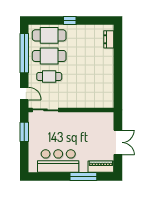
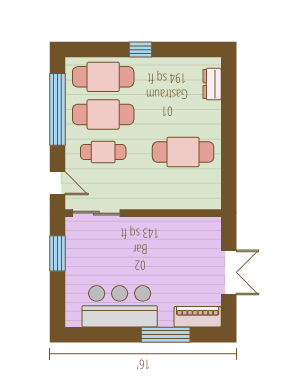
cafe table: (93, 77) -> (183, 152), added

